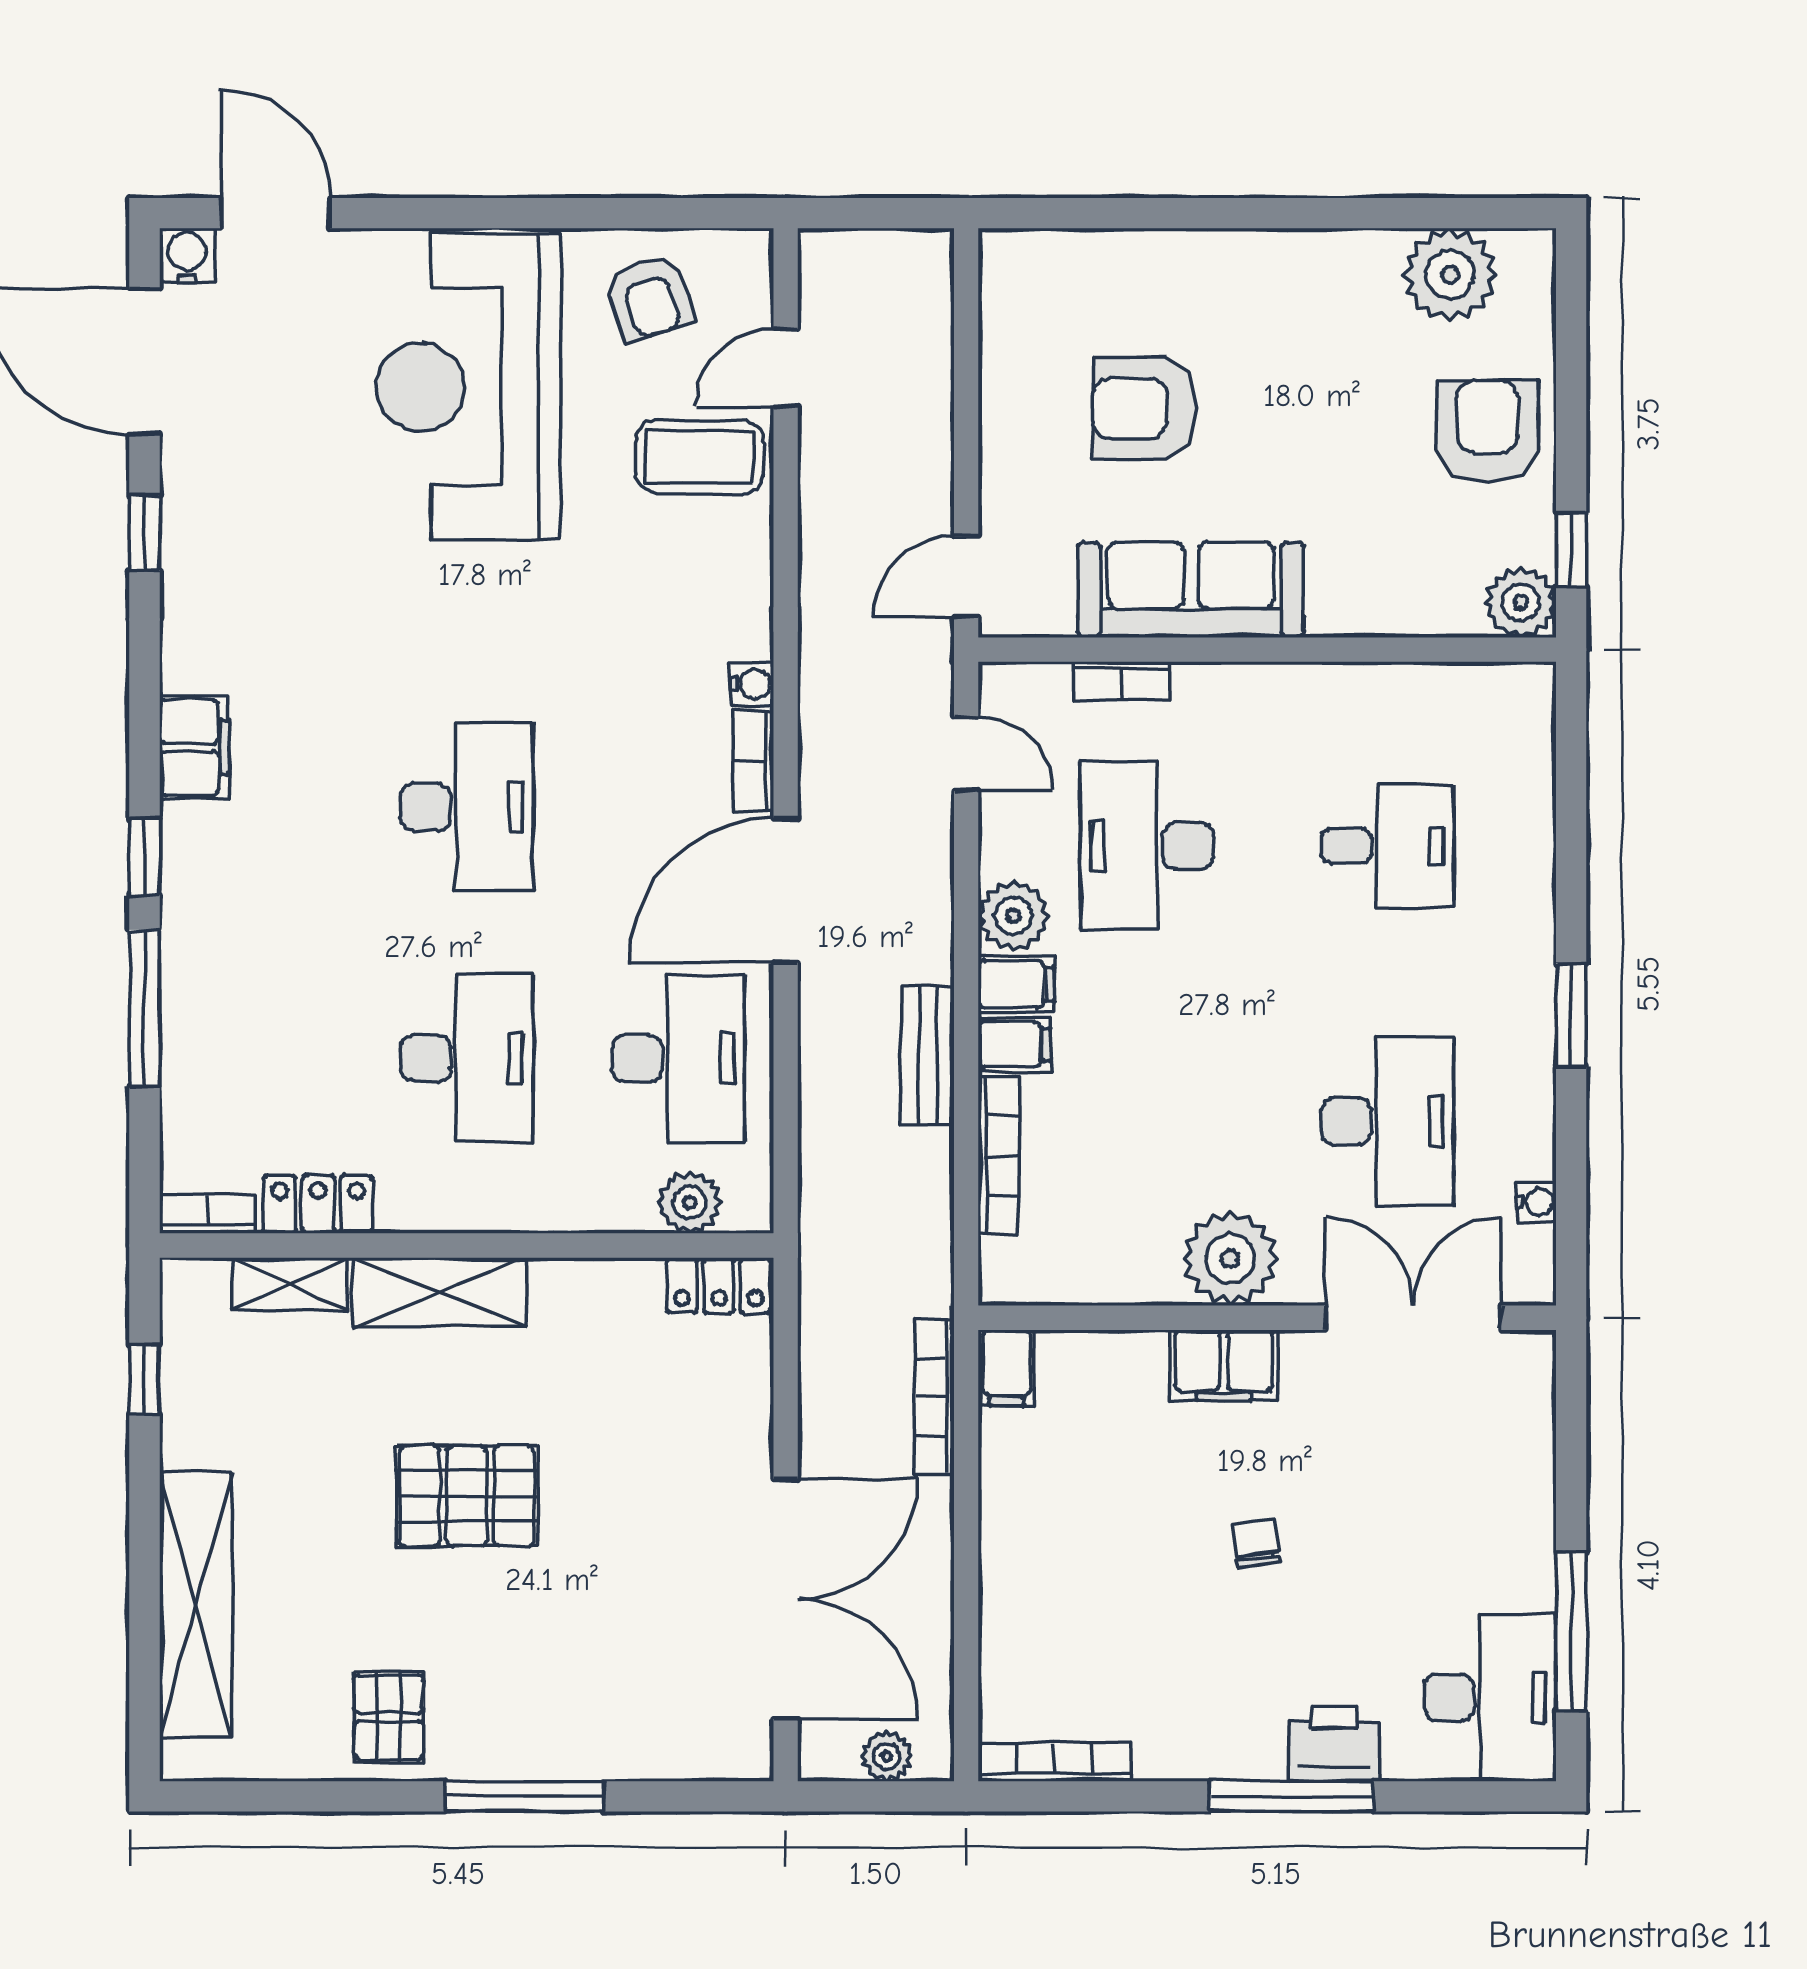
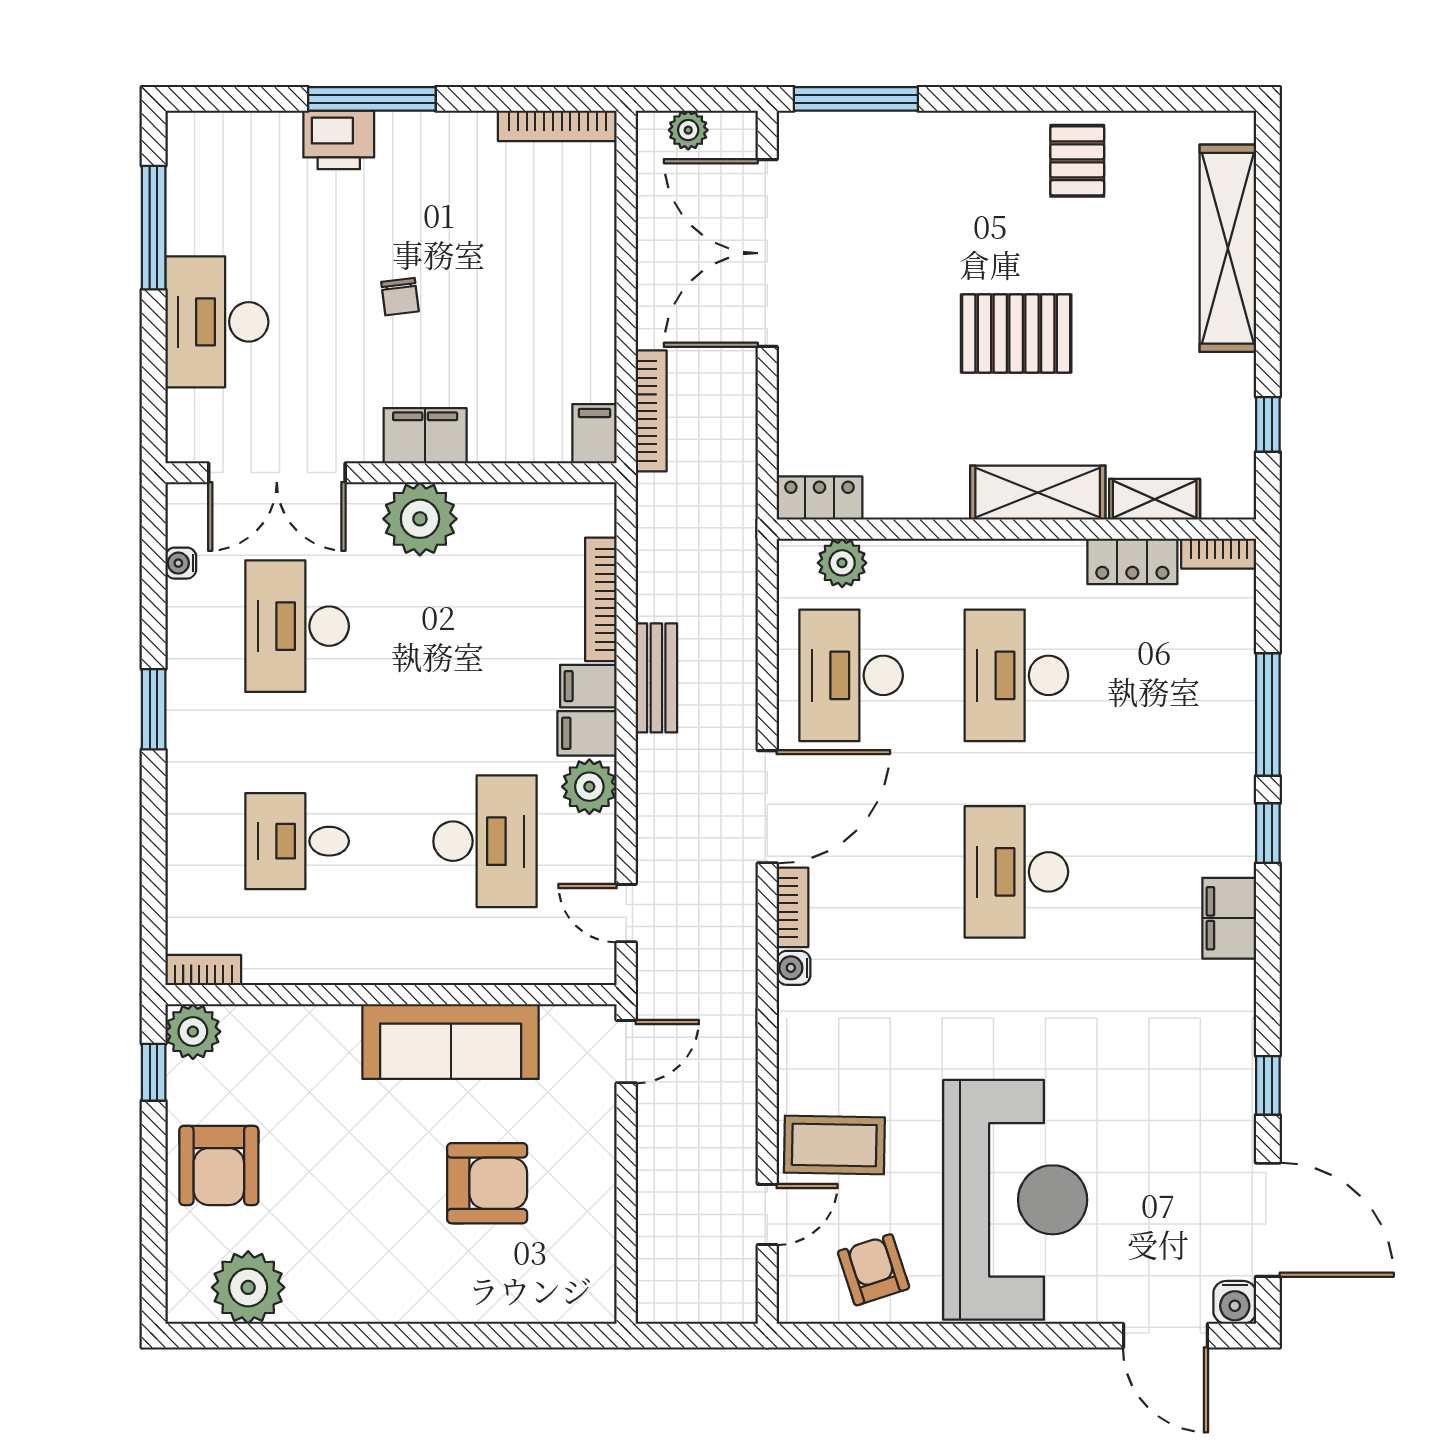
bookcase: (1122, 681) -> (203, 970), moved
desk: (1490, 1697) -> (217, 322), moved
window: (524, 1796) -> (856, 99), moved

